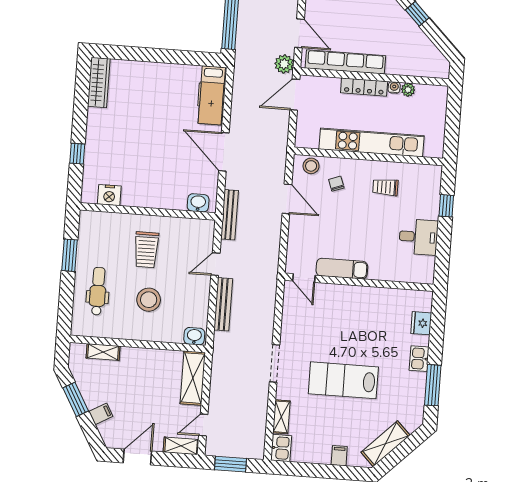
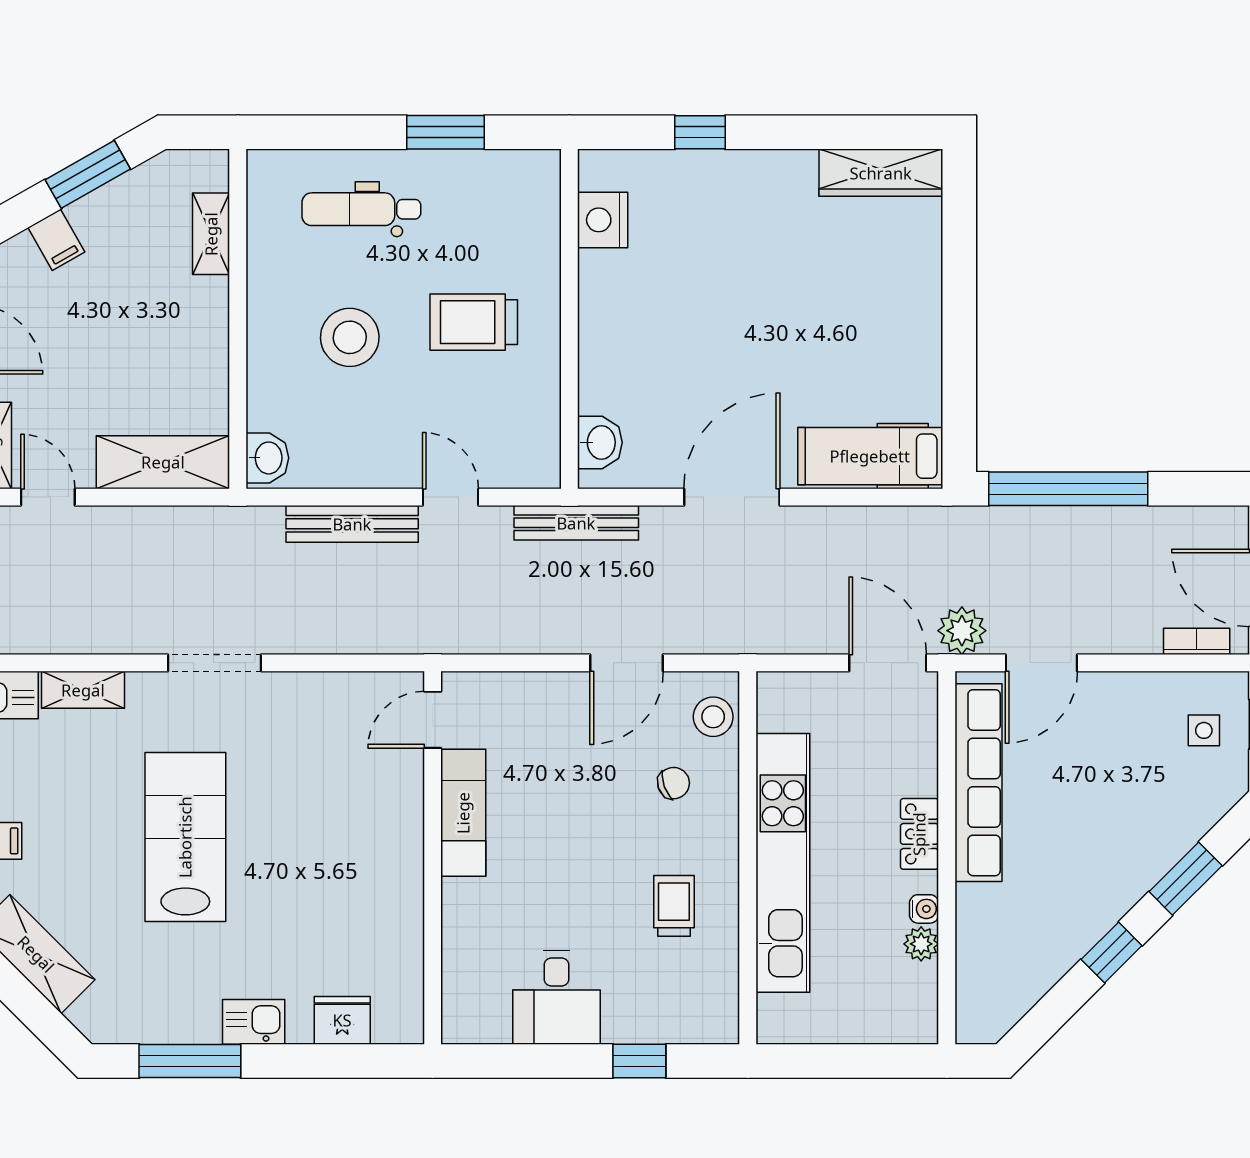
locker: (364, 87) -> (919, 834), width x0.66
dental chair: (98, 291) -> (361, 209), turned 180

